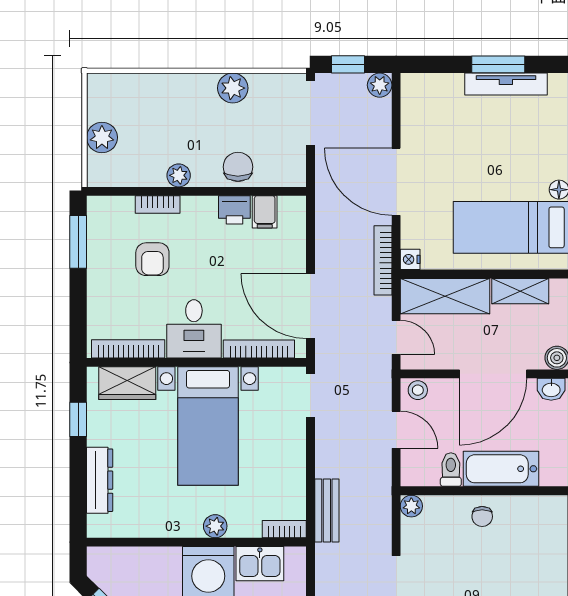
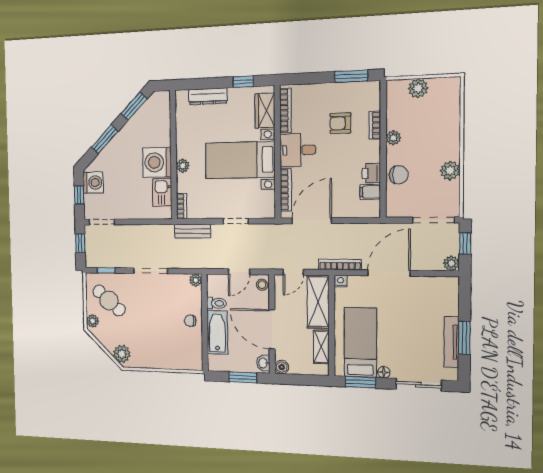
doorway: (311, 395) -> (236, 221), moved

